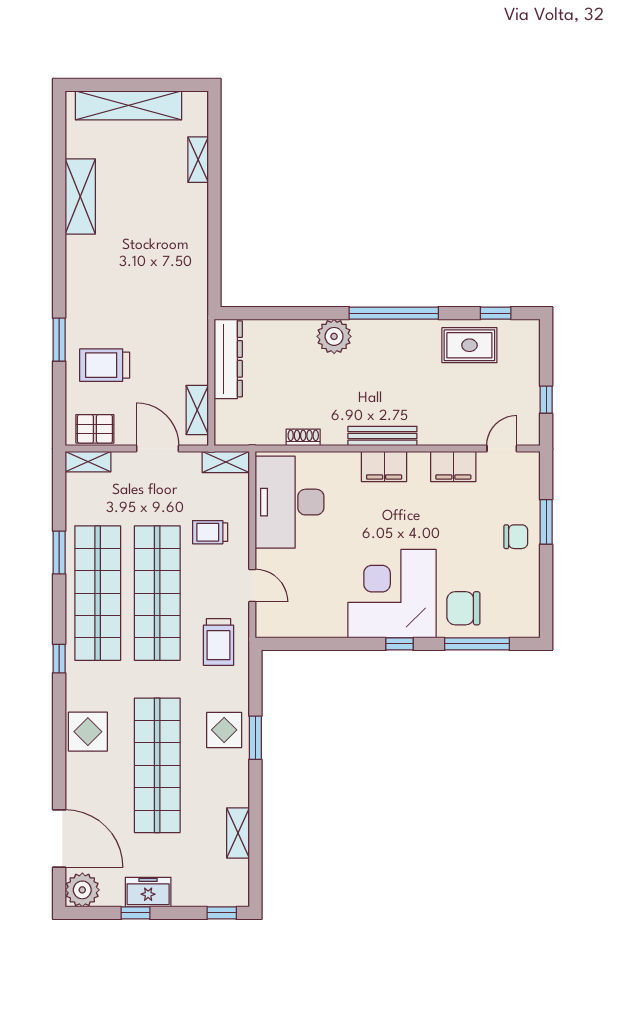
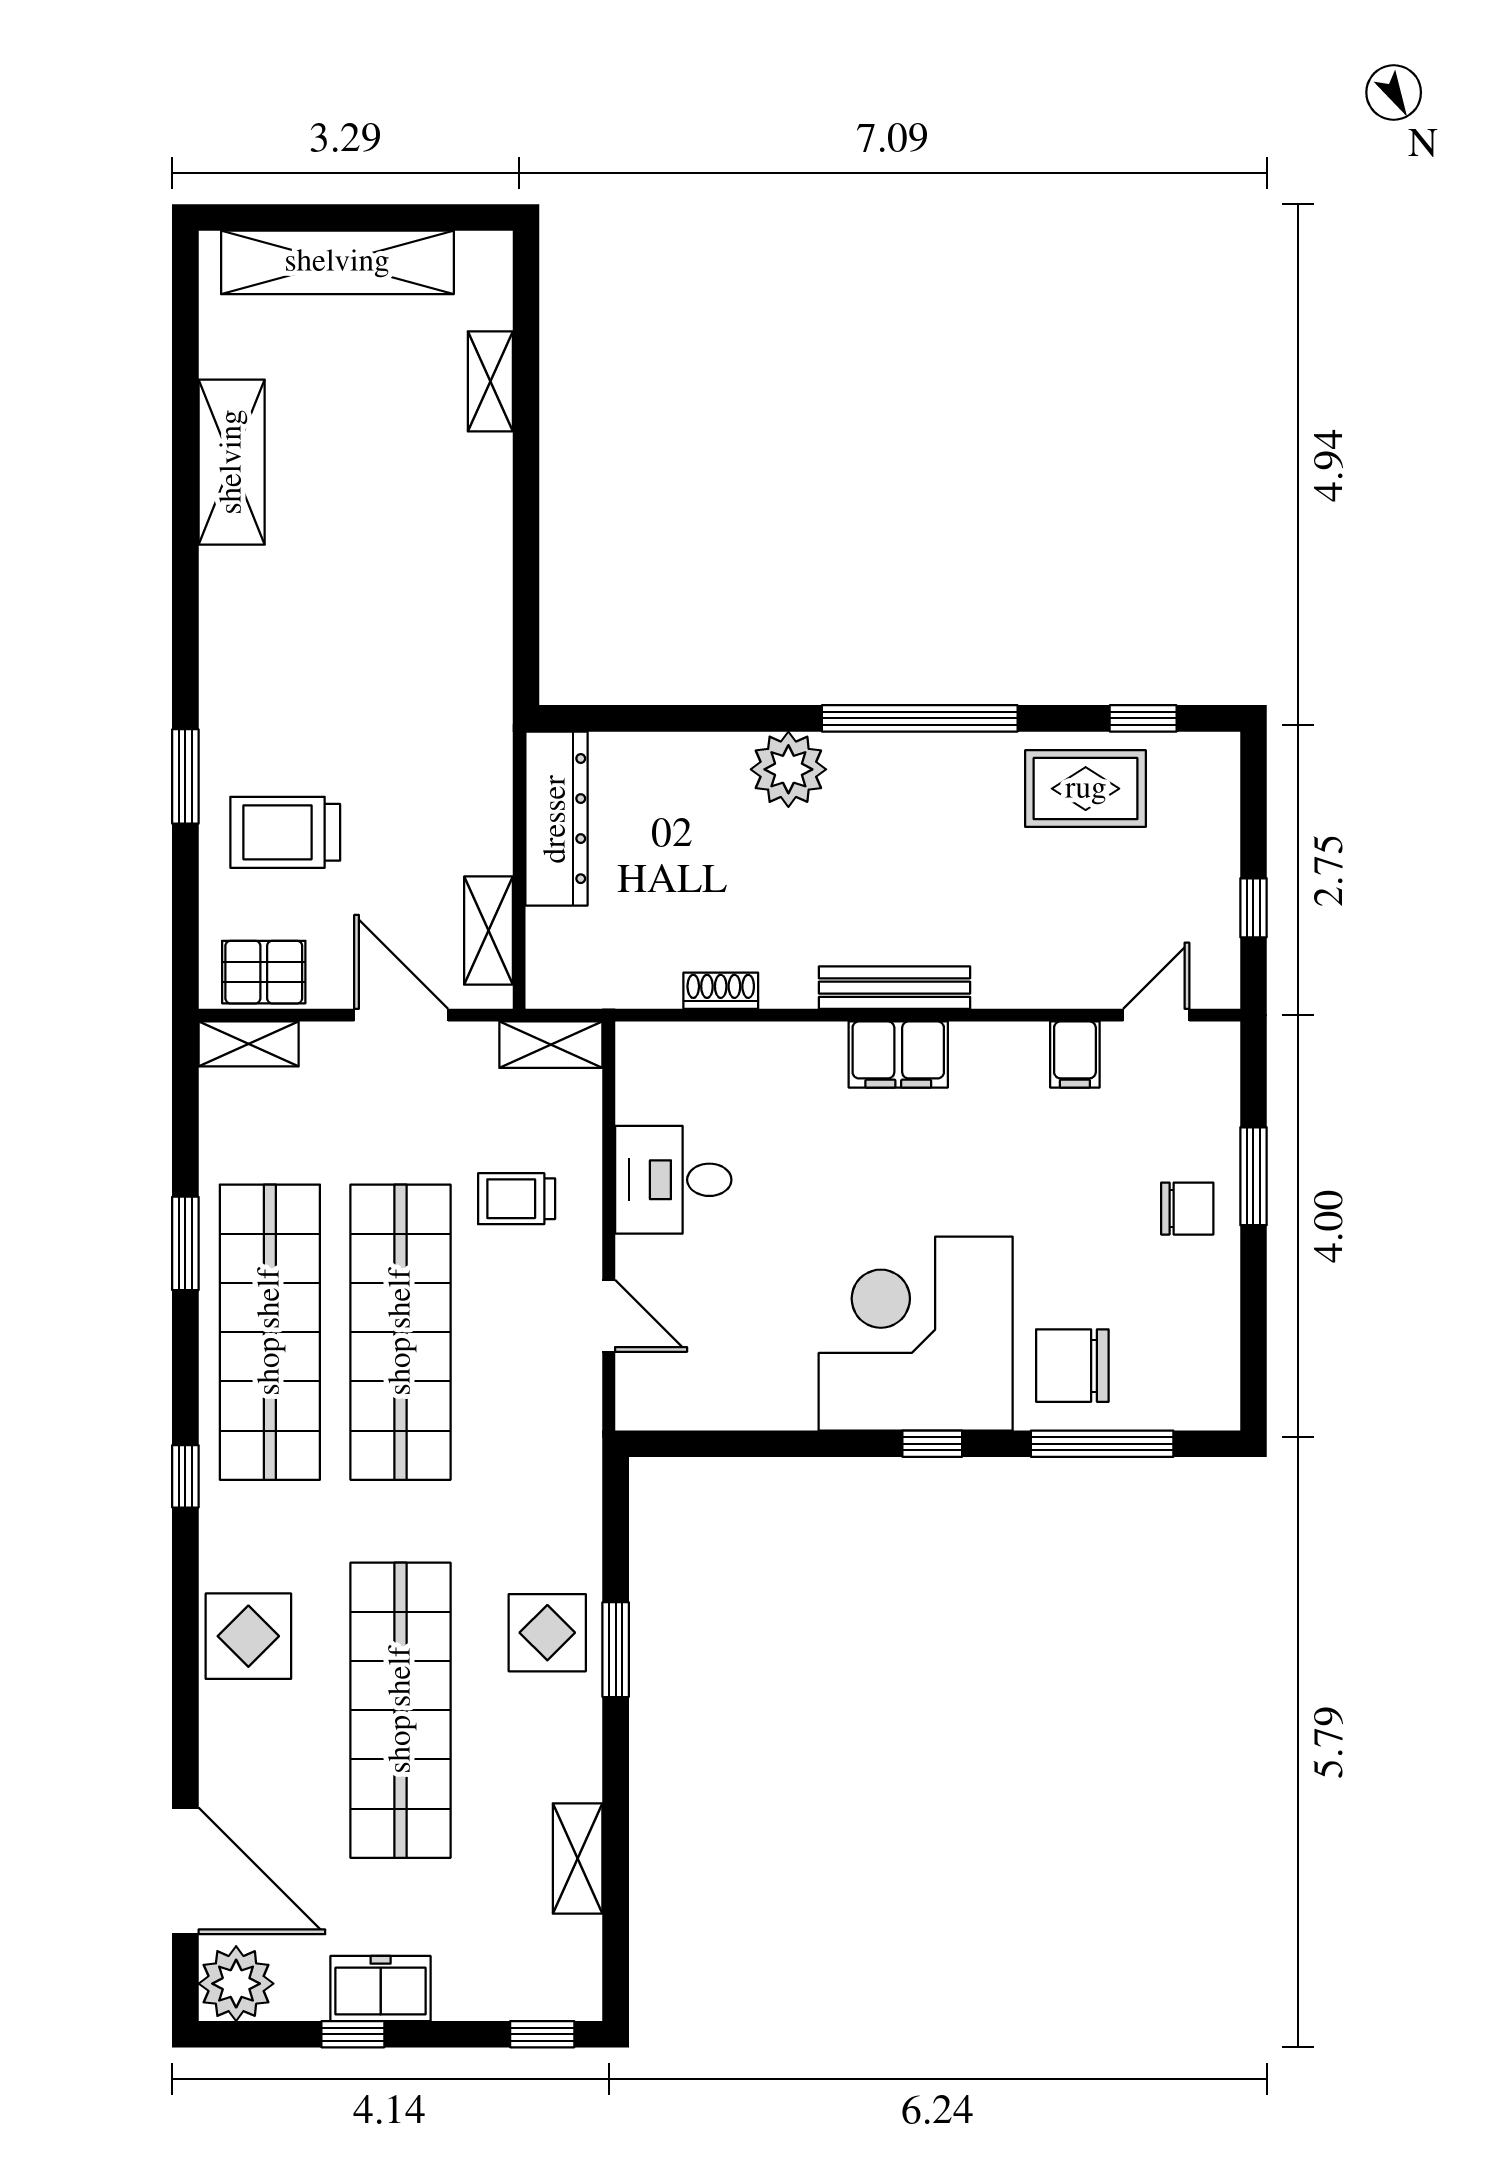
filing cabinet: (453, 466) -> (1075, 1055), width x0.50
desk: (289, 502) -> (673, 1180), width x0.53, depth x0.77
trolley: (219, 642) -> (535, 1439), removed

